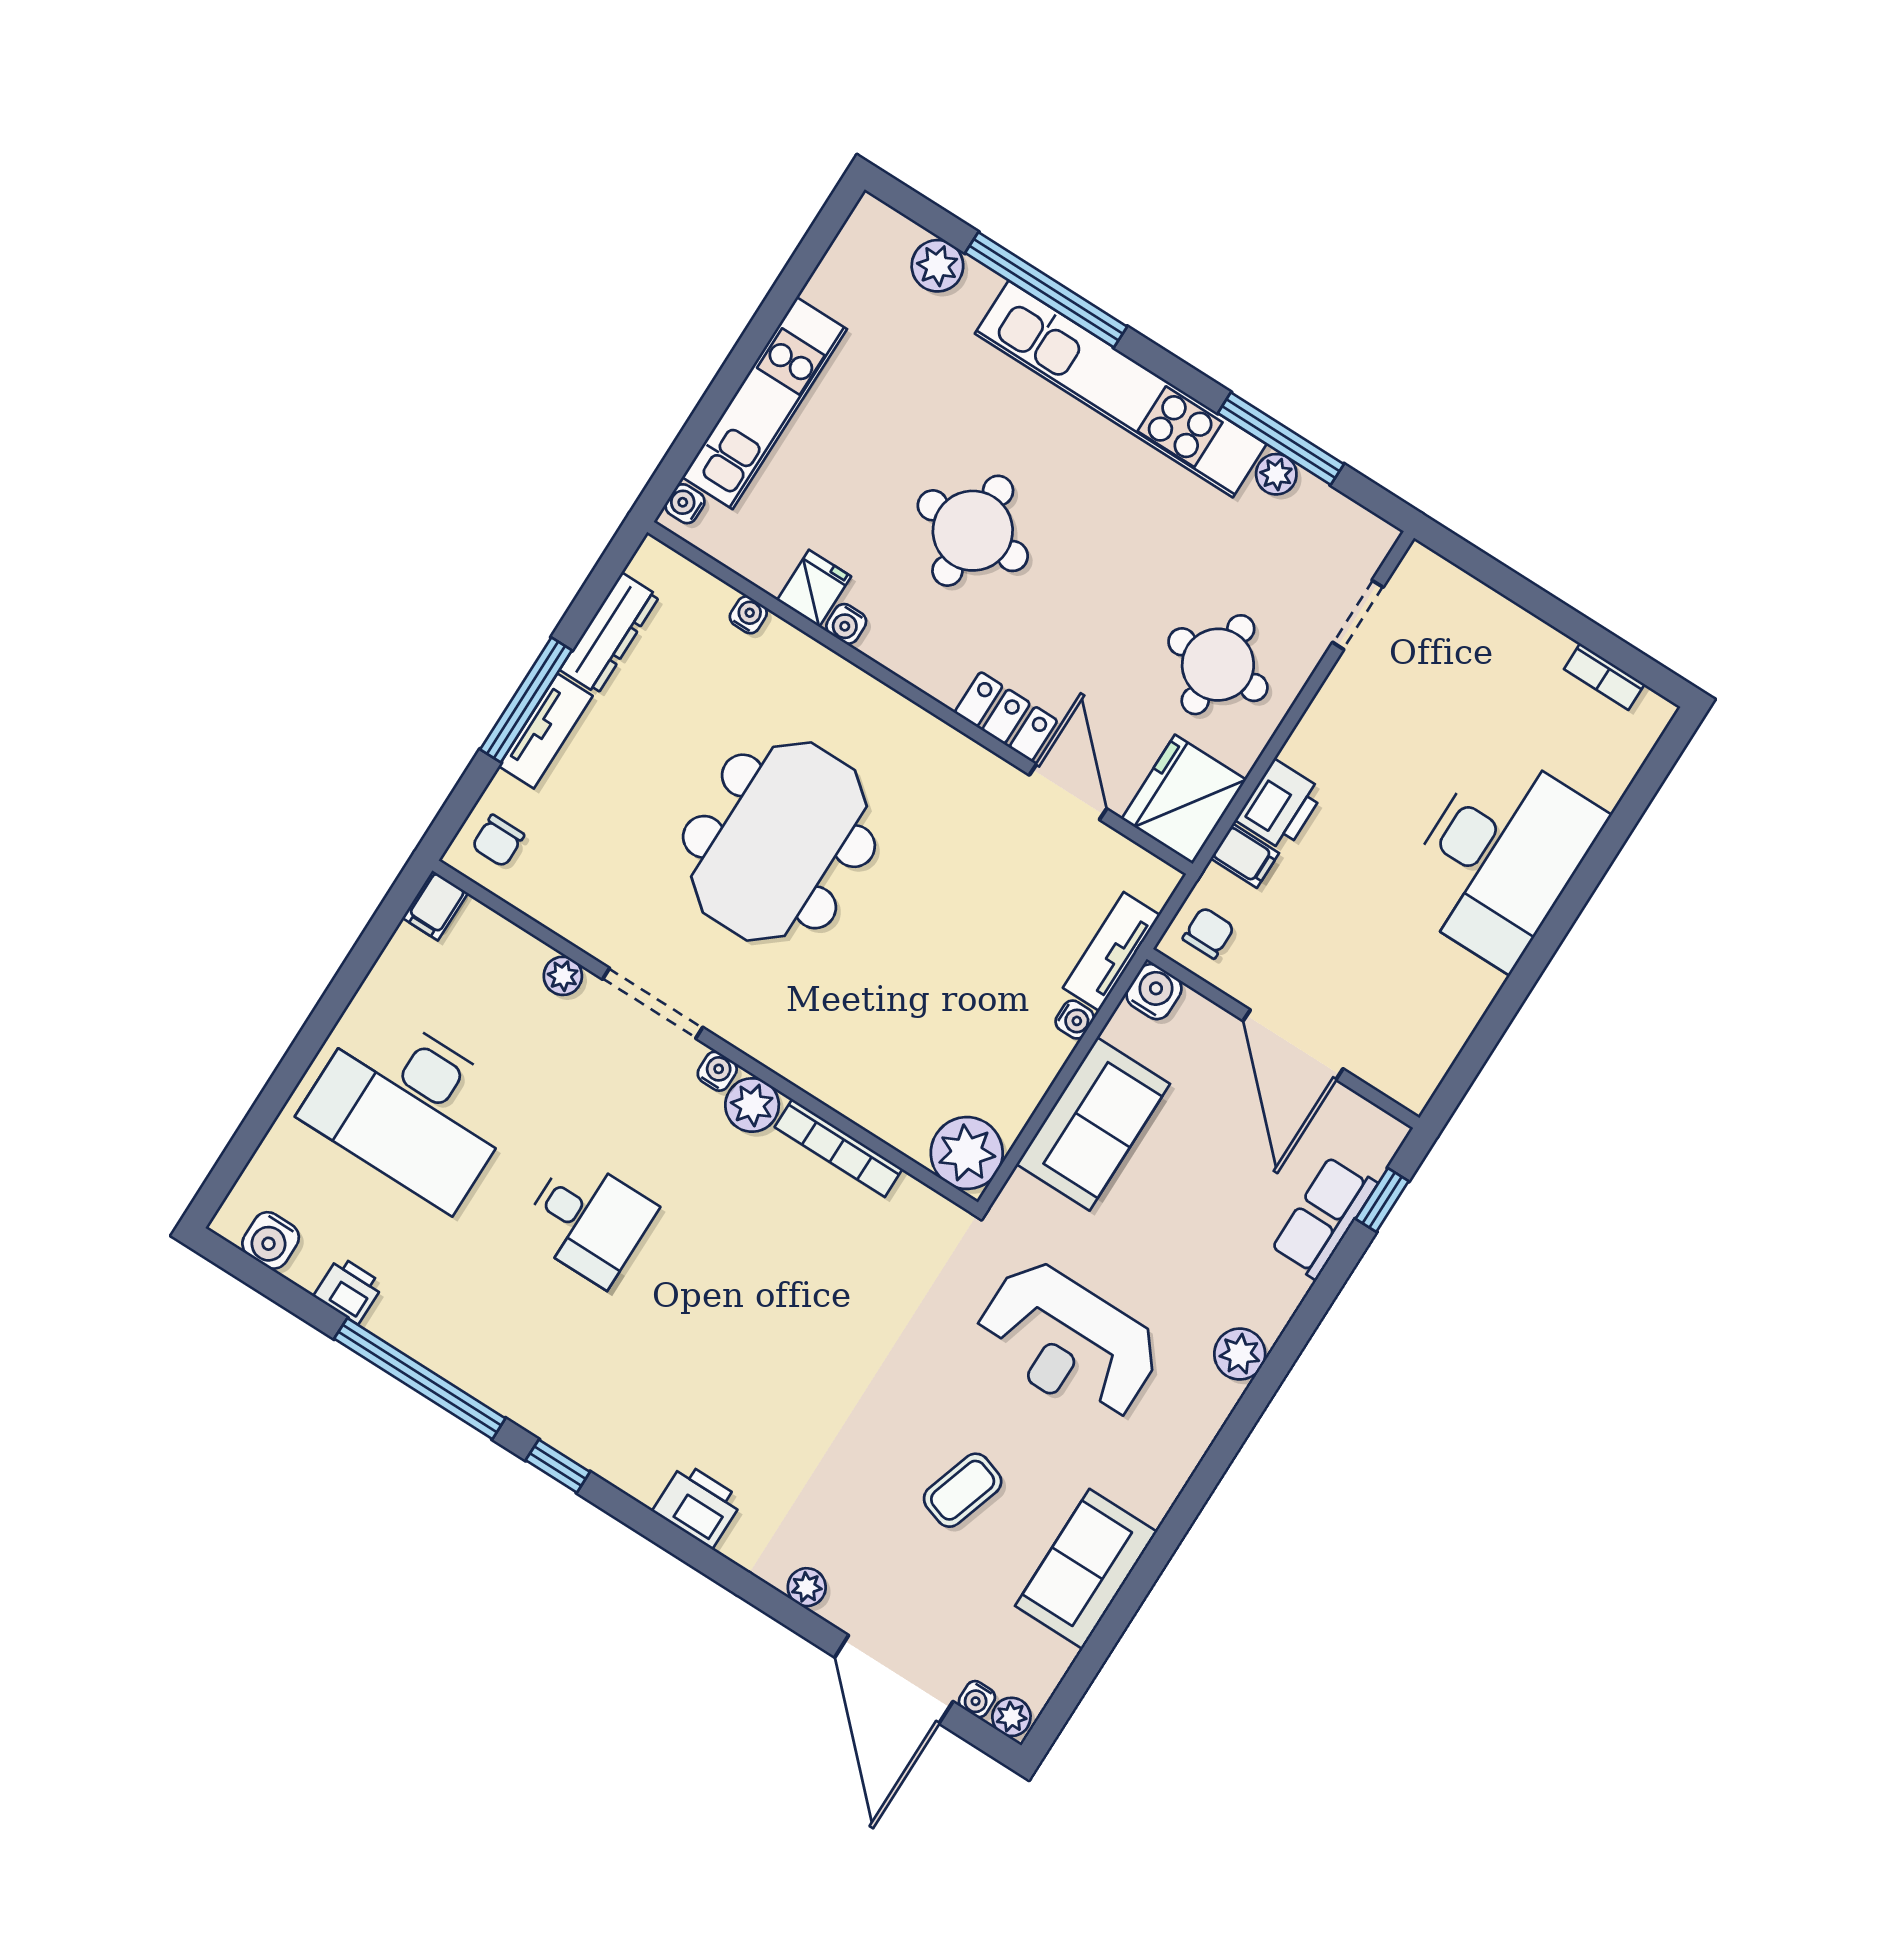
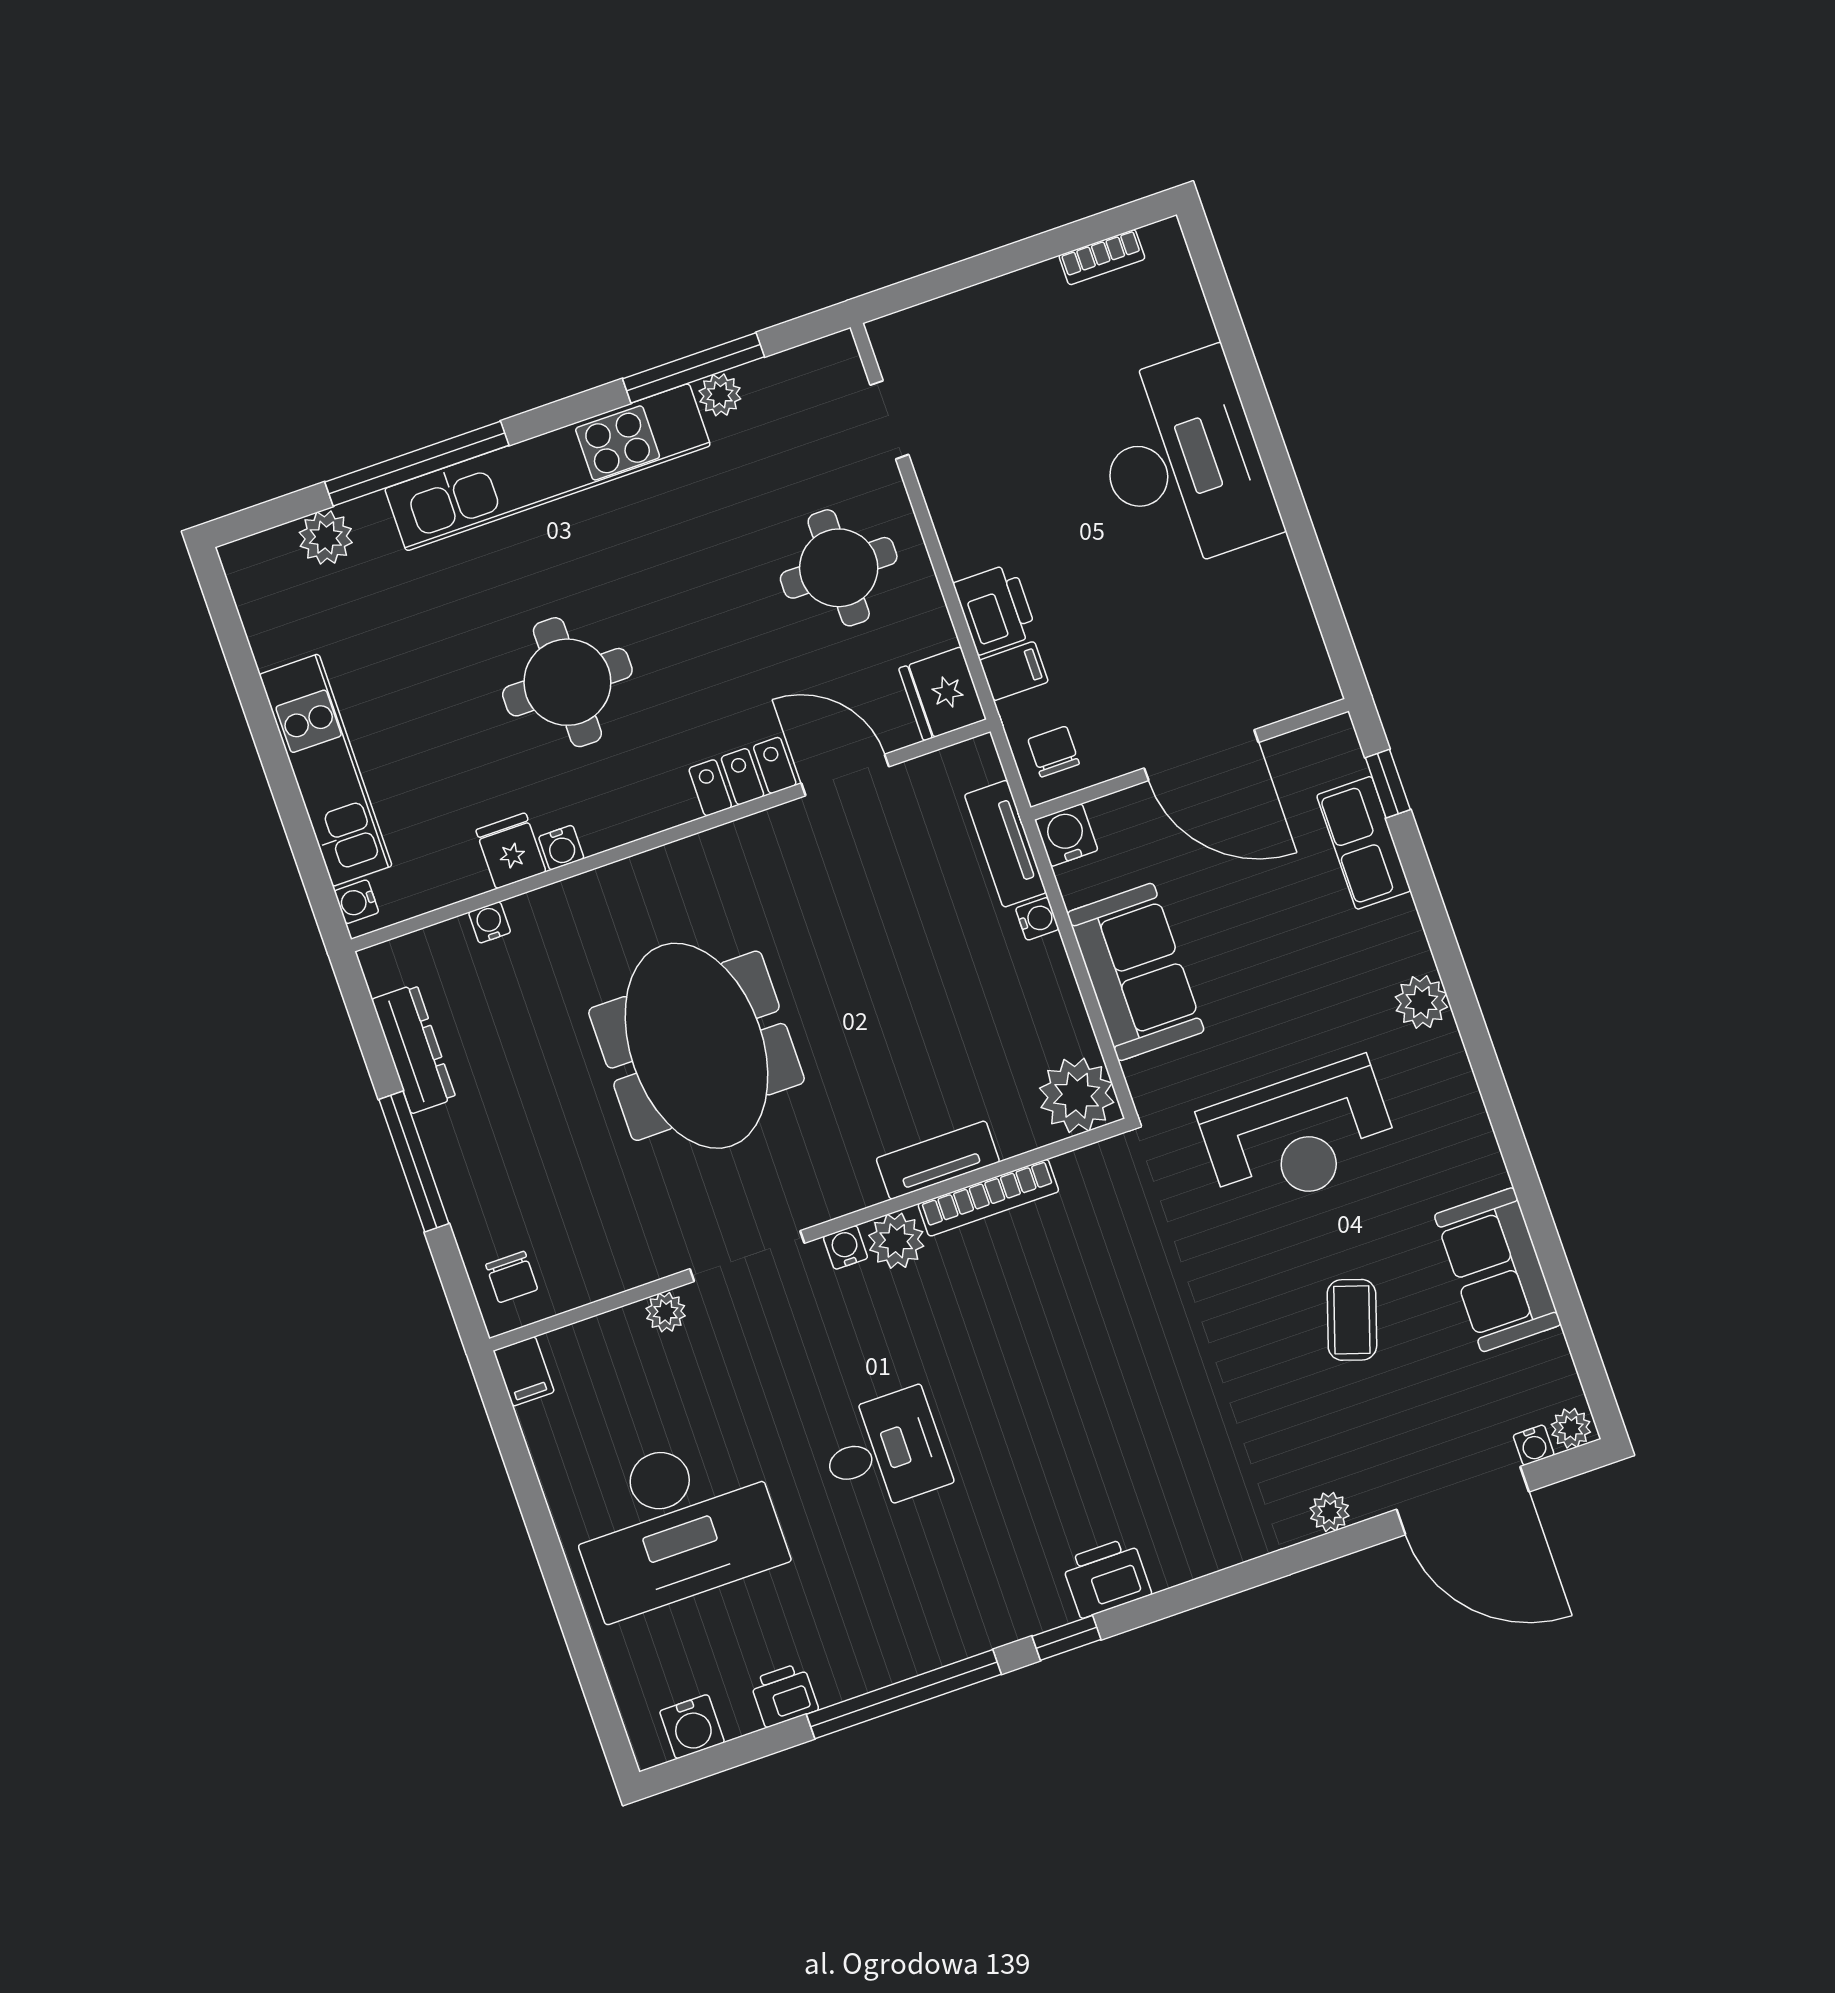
tv unit: (546, 731) -> (938, 1160), moved, turned -90
fridge: (1184, 799) -> (942, 694), width x0.73, depth x0.75
printer: (698, 1505) -> (1106, 1577), moved

